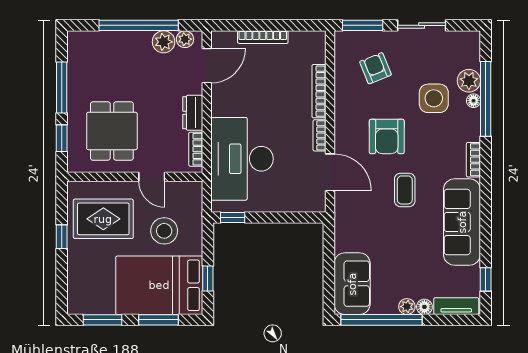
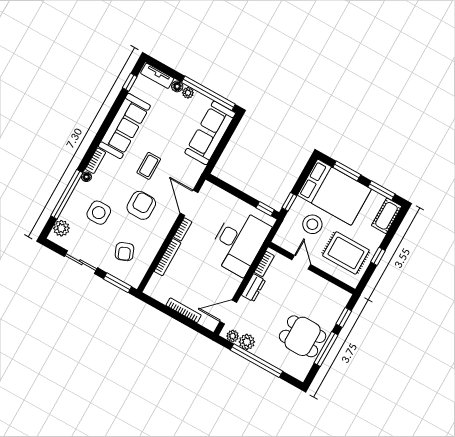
plant: (469, 81) -> (61, 228), moved
floor lamp: (473, 101) -> (86, 177), moved
dining table: (112, 131) -> (303, 336), moved, turned 90
window: (208, 279) -> (289, 202), moved
sofa: (352, 284) -> (210, 133), width x1.36
cot: (79, 292) -> (387, 216), added

